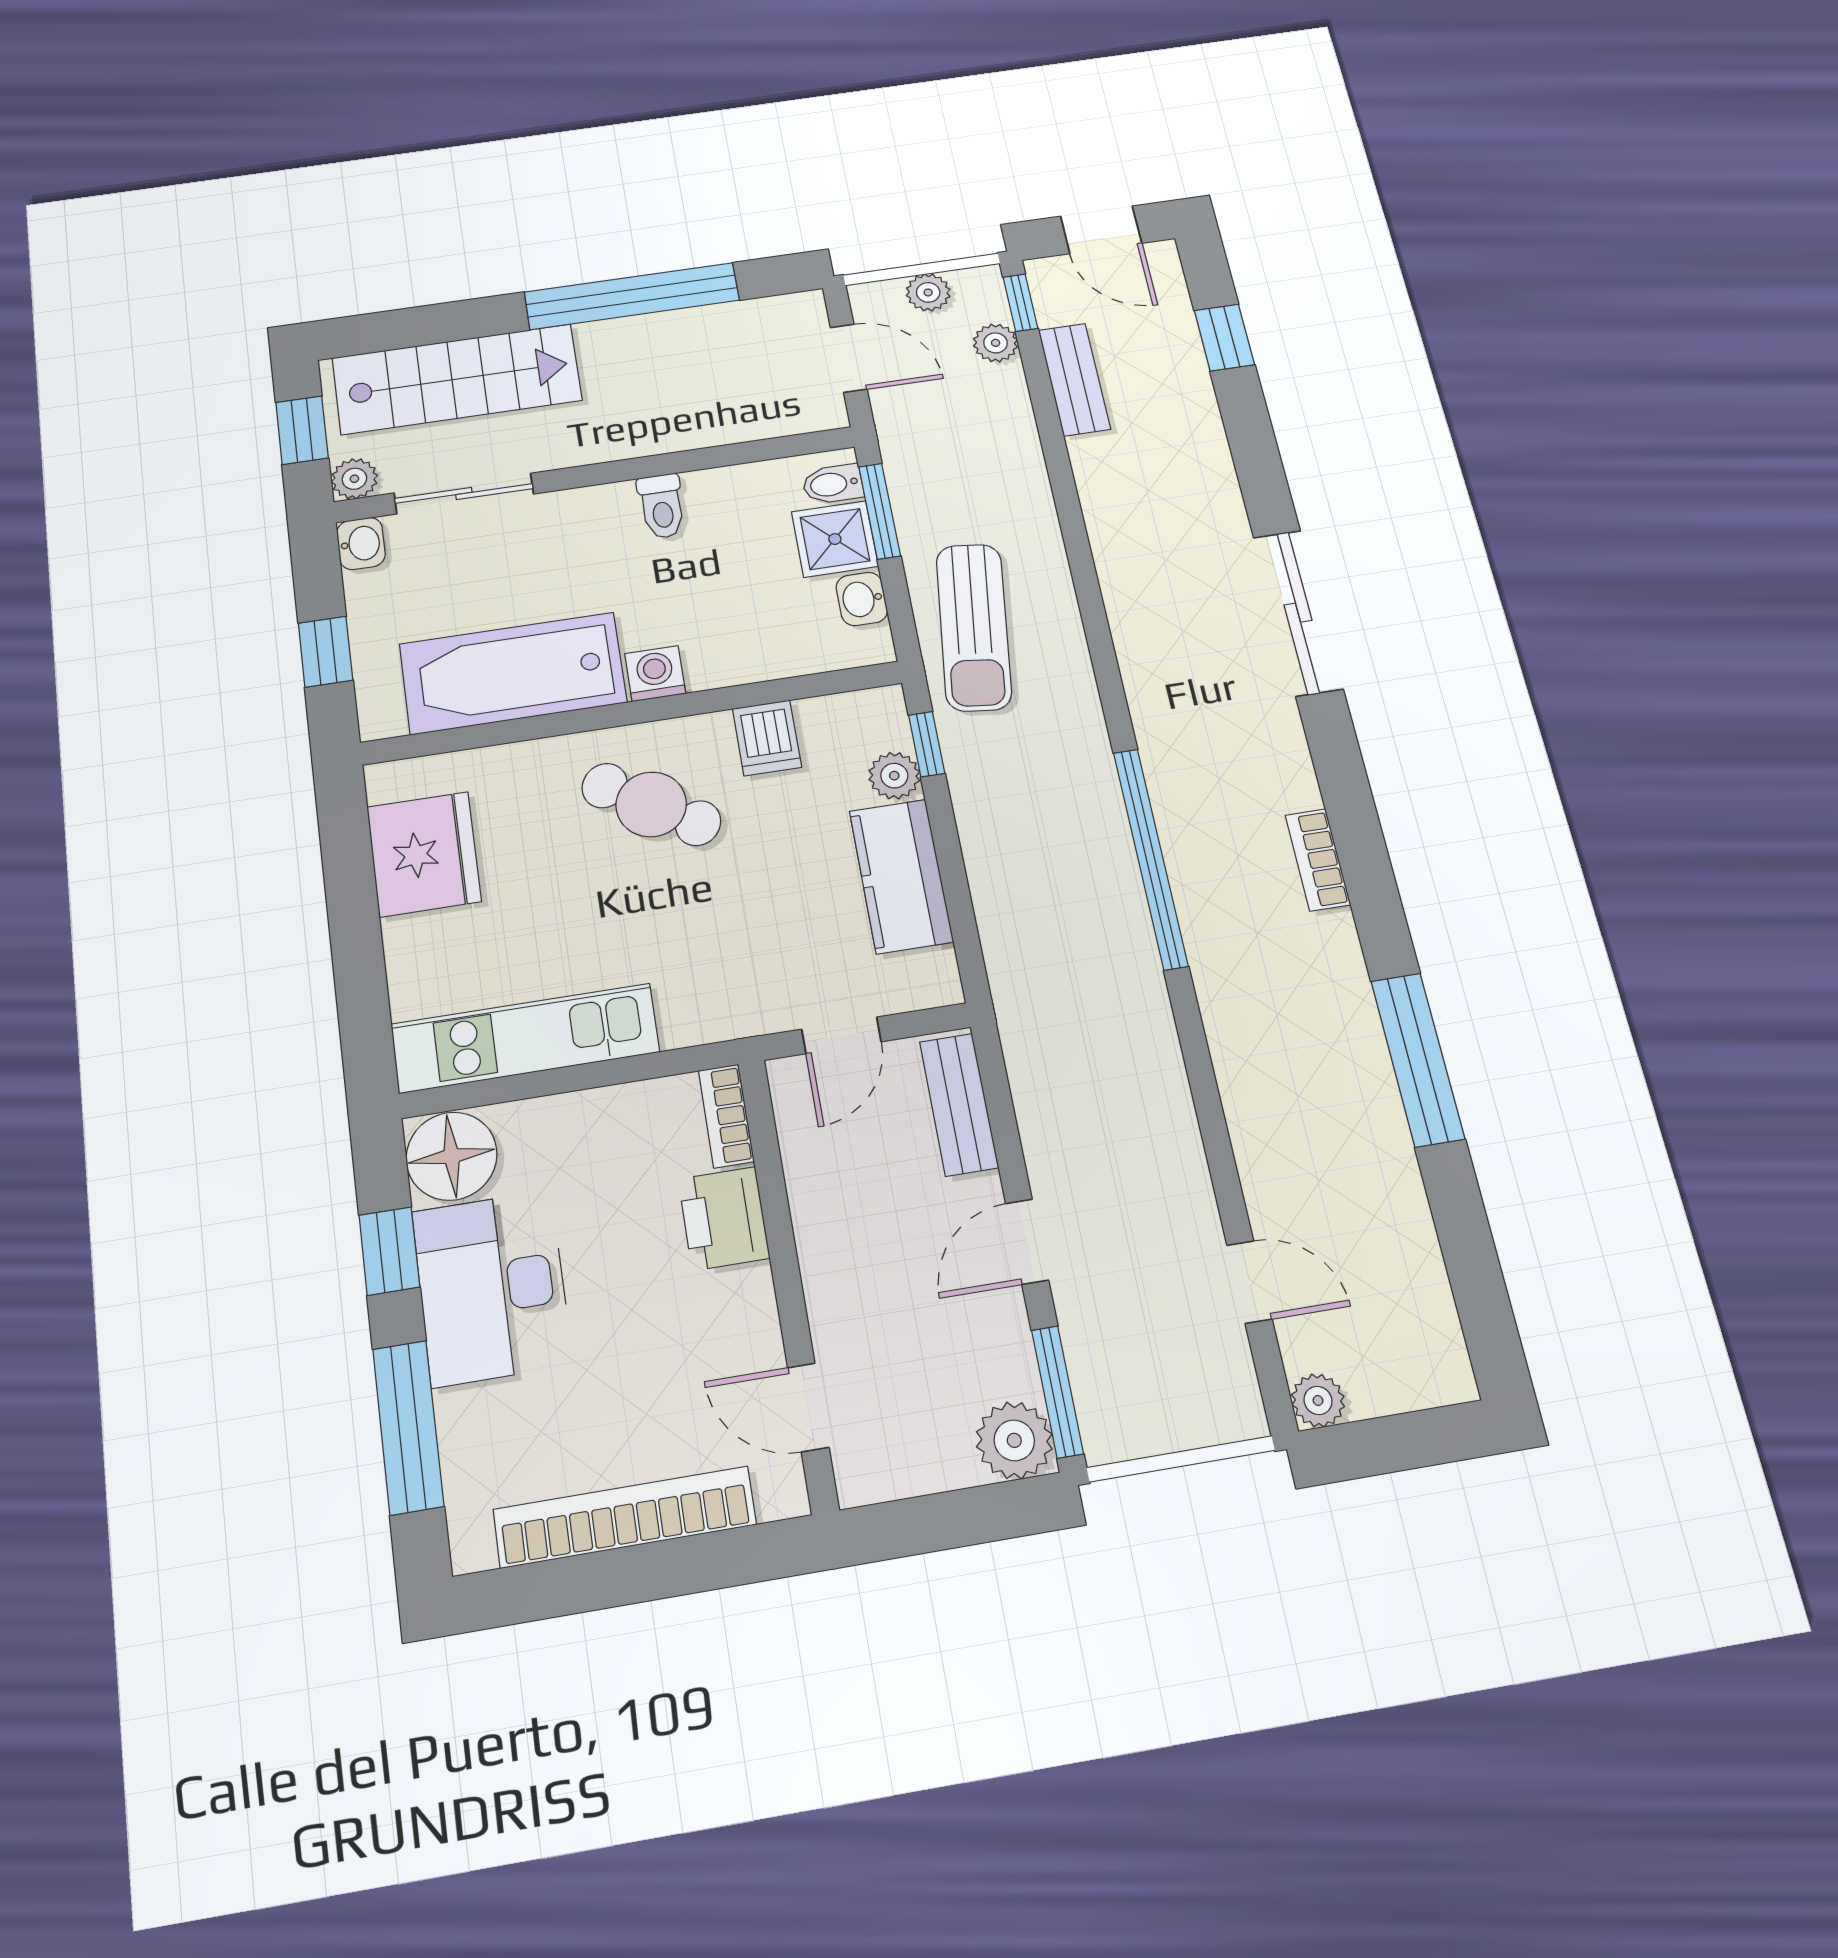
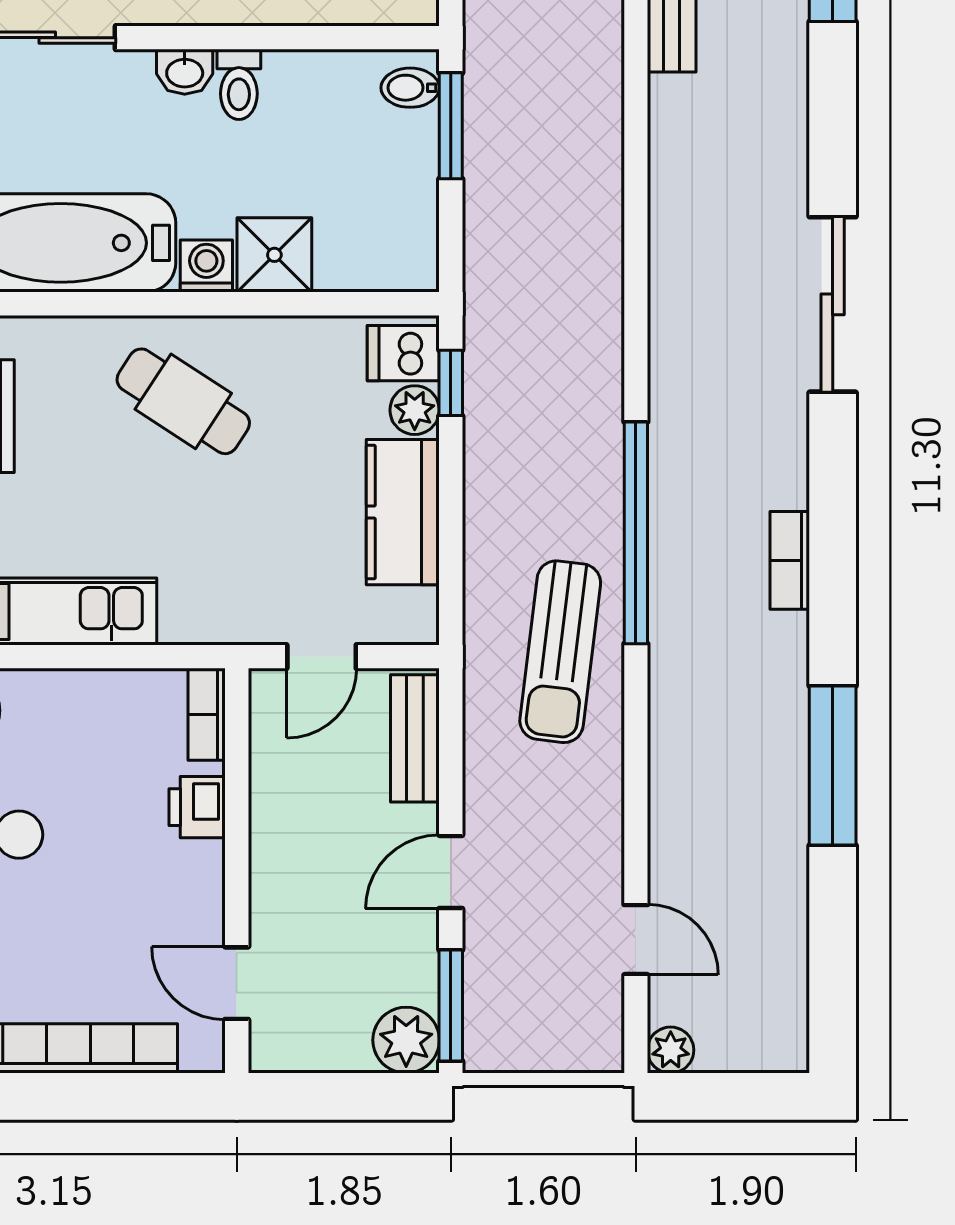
shower: (835, 539) -> (274, 255), moved
washbasin: (862, 599) -> (185, 72), moved, turned -90
sun lounger: (974, 627) -> (560, 652), moved
dishwasher: (767, 738) -> (403, 353), moved, turned 90
printer: (724, 1219) -> (197, 807), width x0.73, depth x0.81

